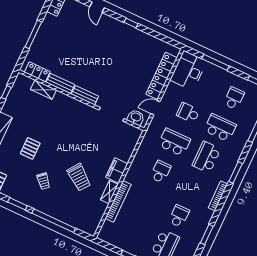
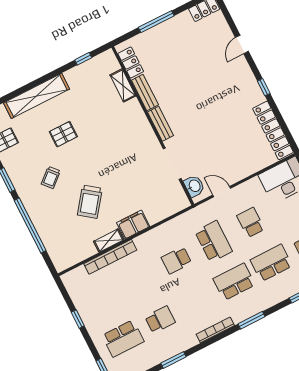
locker: (162, 76) -> (273, 130), moved, turned -90
school desk: (220, 128) -> (271, 263), turned -90
school desk: (161, 172) -> (177, 260), turned 180

